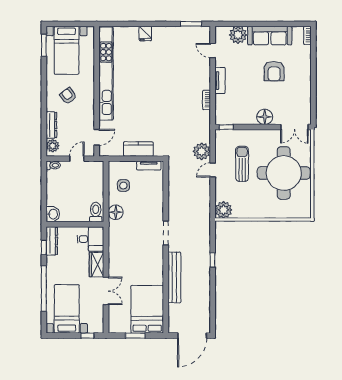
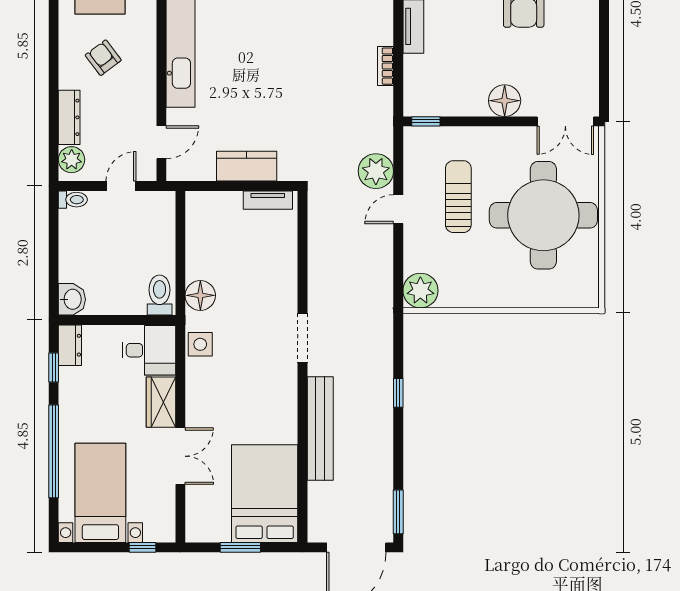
side table: (123, 186) -> (200, 344), moved
dresser: (52, 241) -> (70, 345), width x0.70
window: (213, 318) -> (398, 512), added

